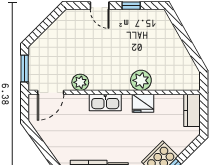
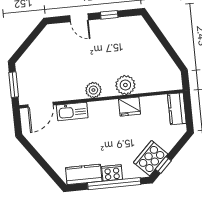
plant: (80, 82) -> (93, 90), moved
kitchen sink: (105, 102) -> (72, 111), moved

